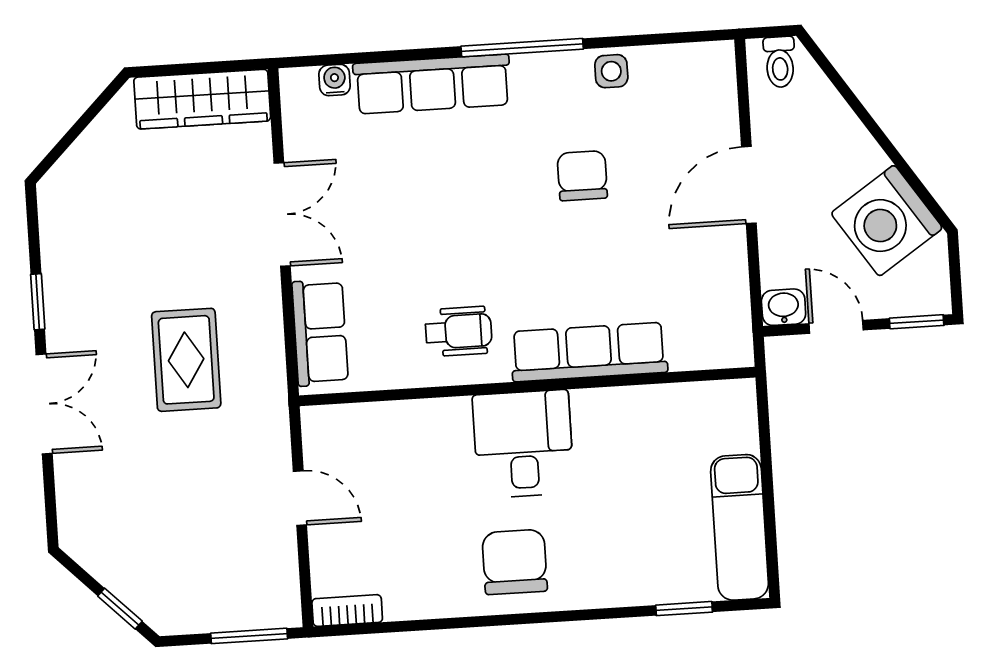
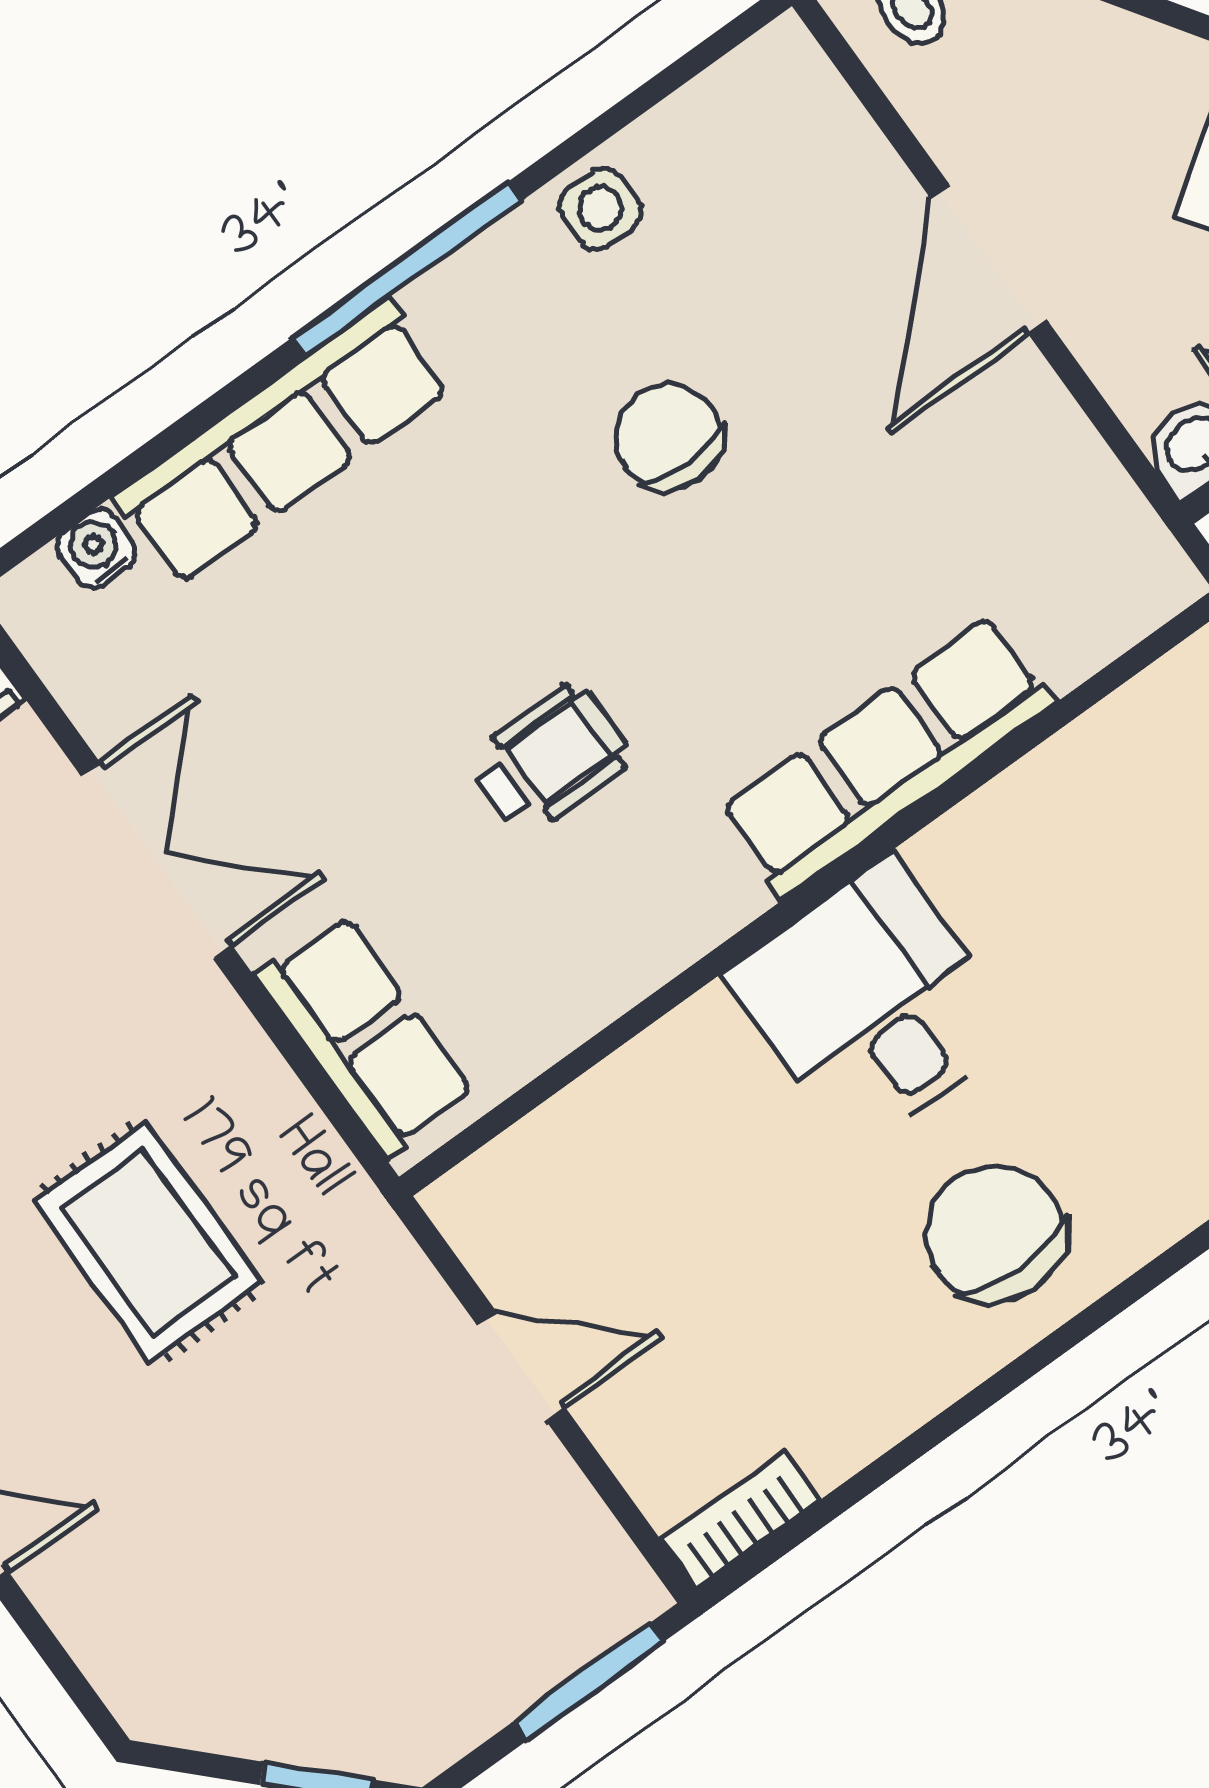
wheelchair: (459, 331) -> (549, 759), moved

